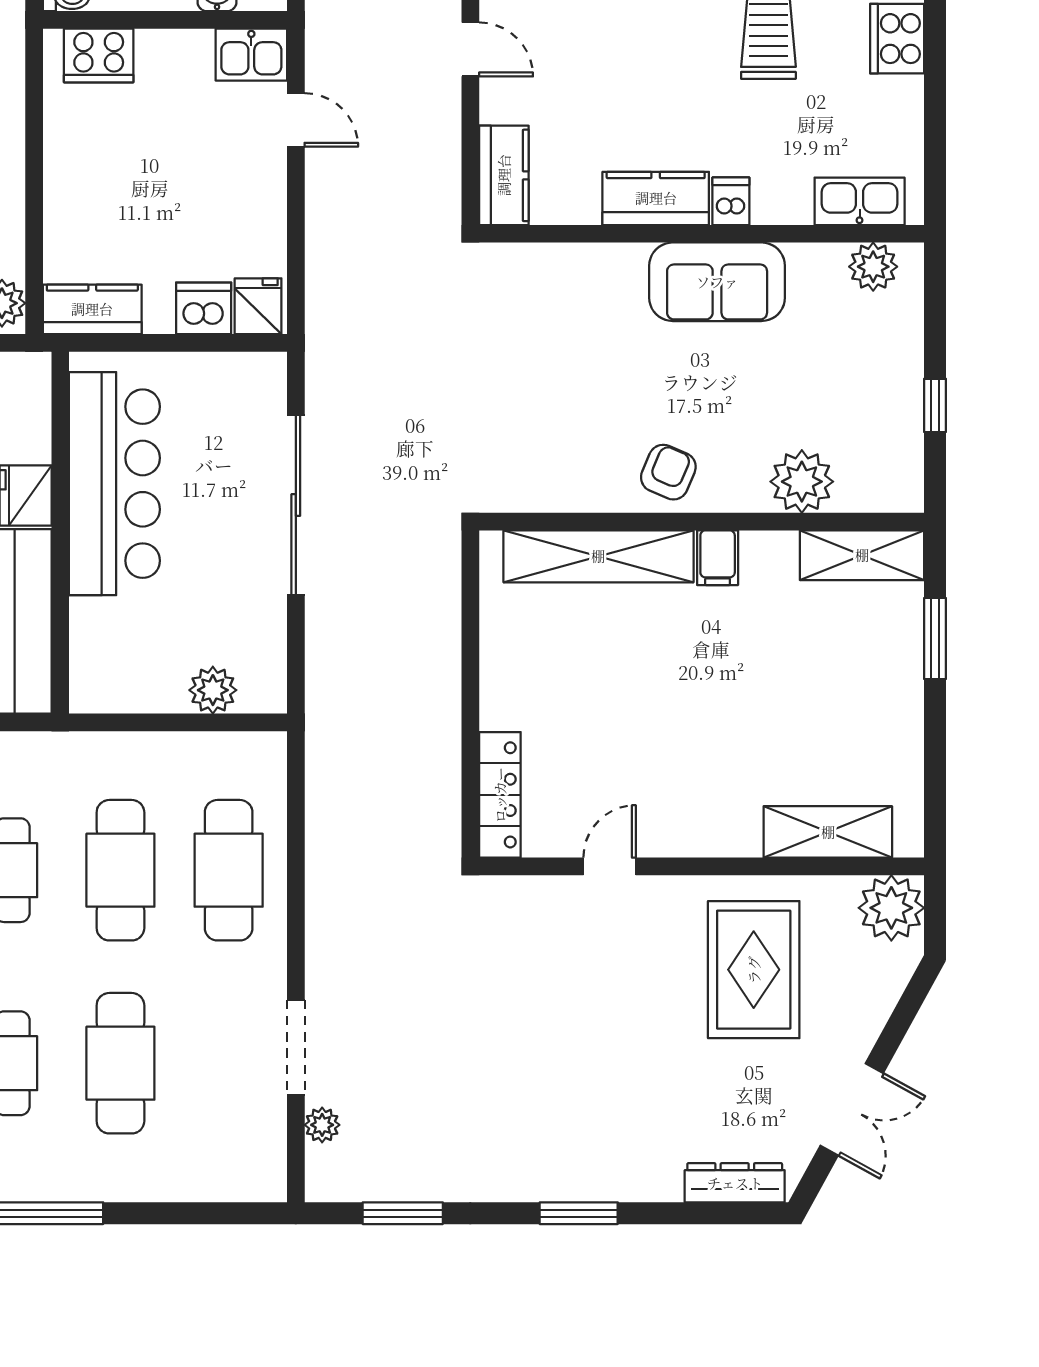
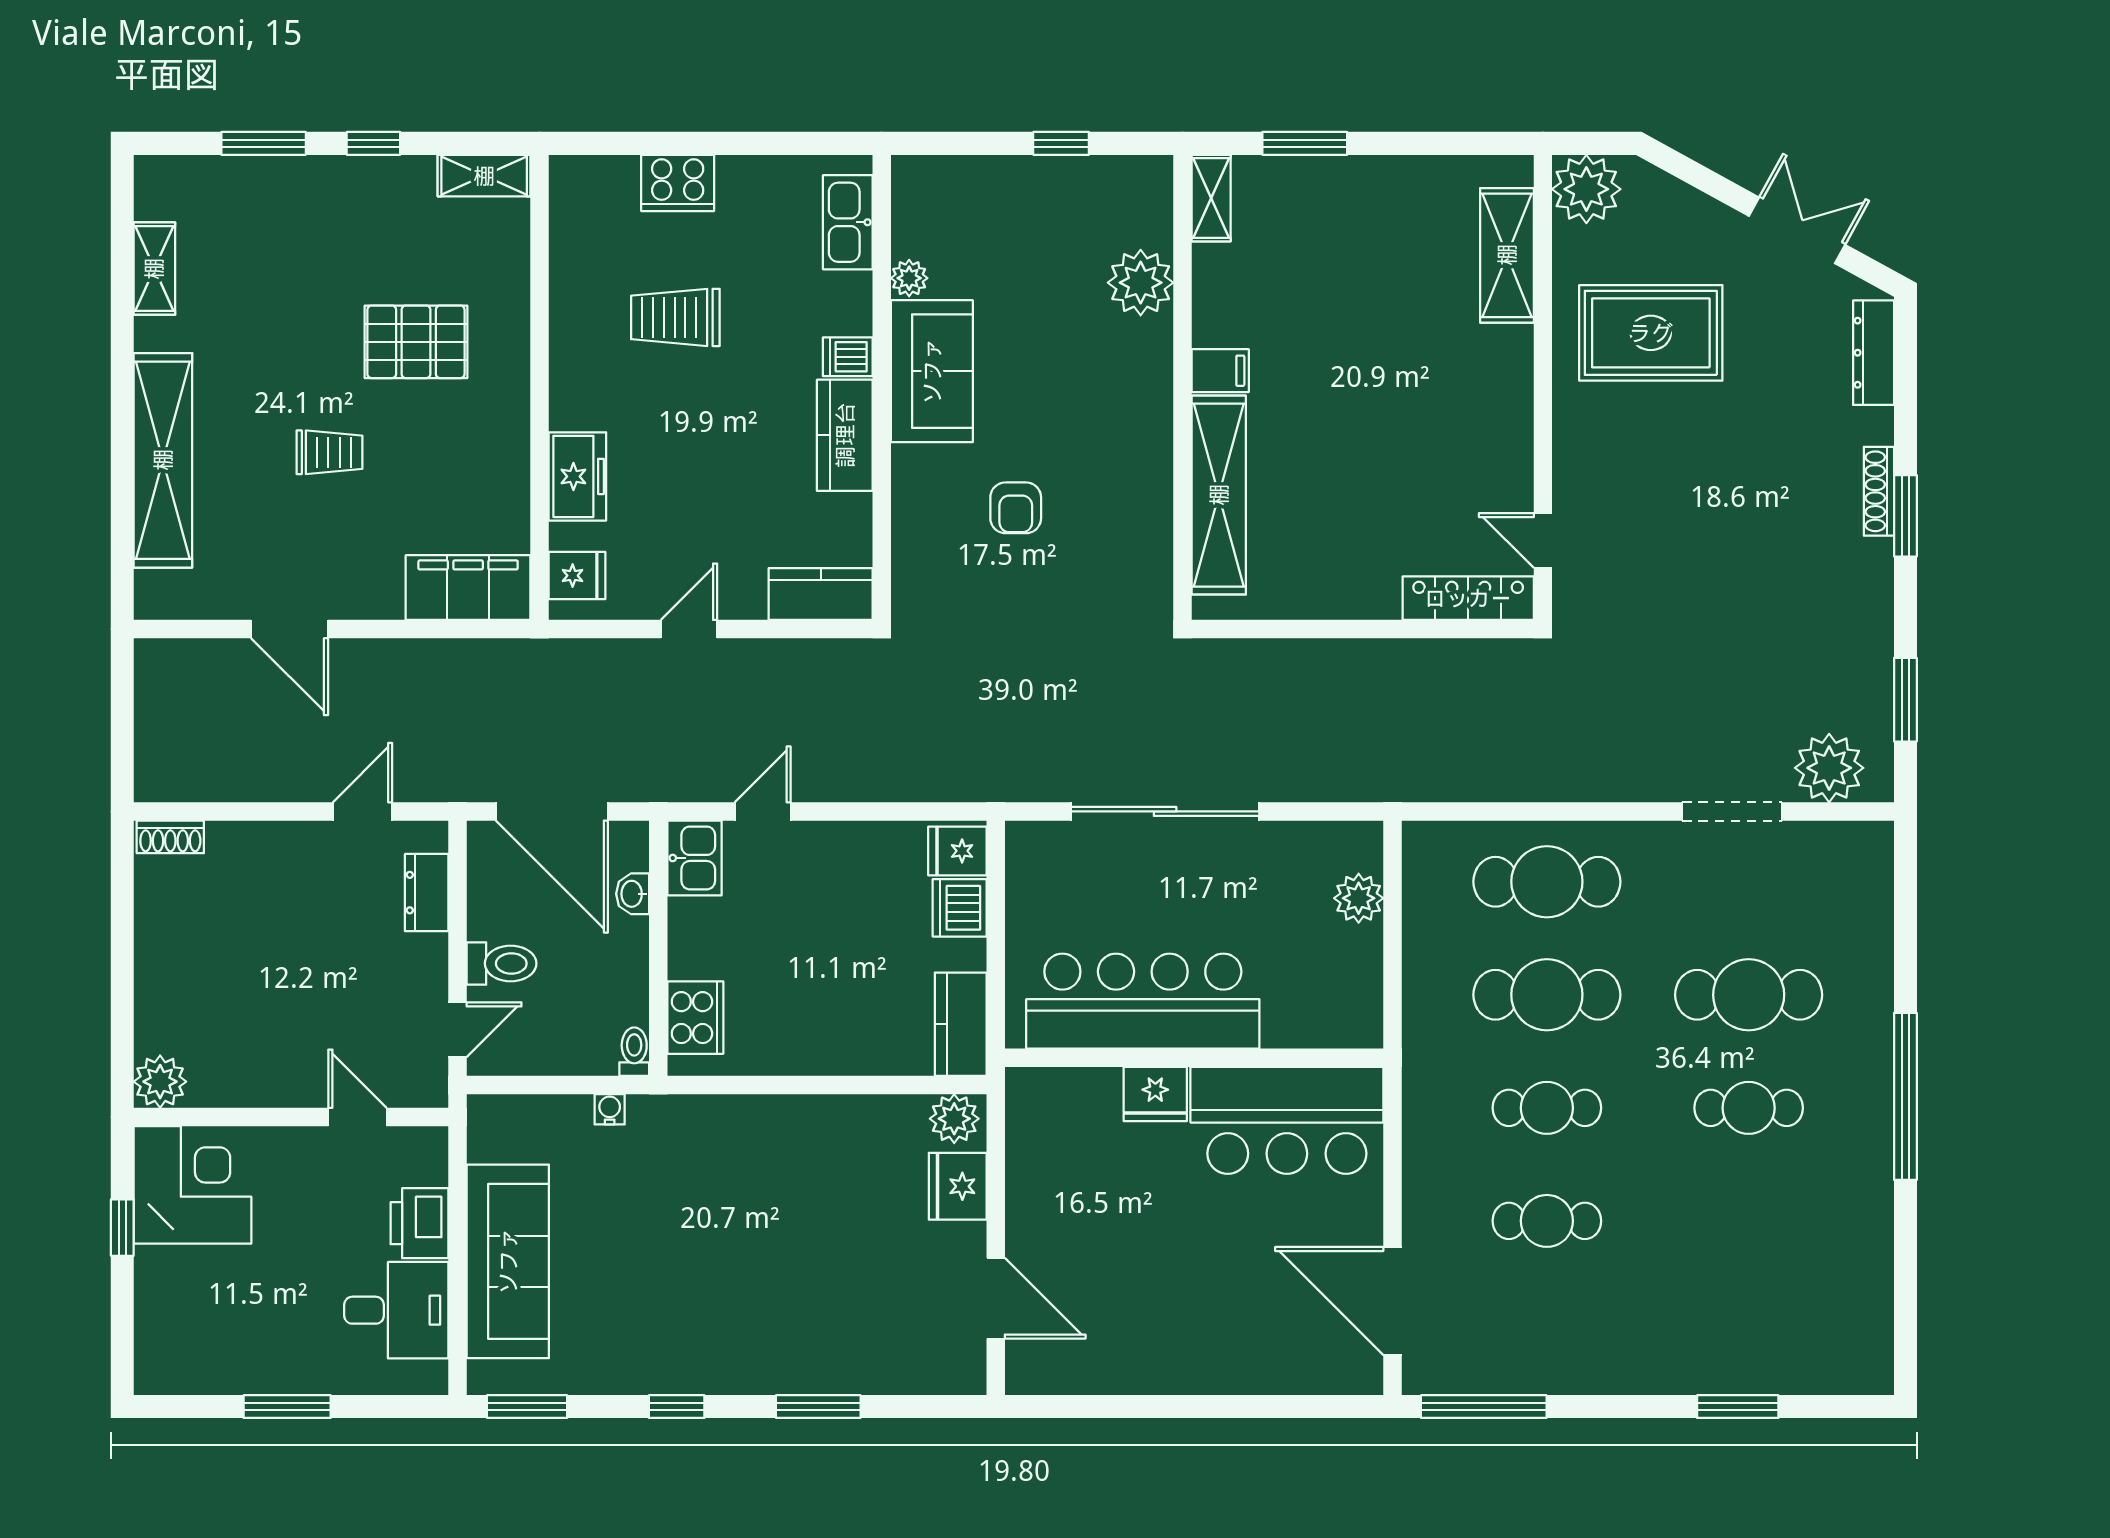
plant: (873, 267) -> (909, 278), moved, width x0.73, depth x0.73
armchair: (668, 472) -> (1016, 508), moved, turned -113
shelving: (862, 555) -> (1211, 198), width x0.67, depth x0.75
door: (610, 866) -> (1543, 541), moved
plant: (322, 1125) -> (1829, 768), width x1.88, depth x1.88
shoe rack: (602, 1188) -> (1879, 491), added

